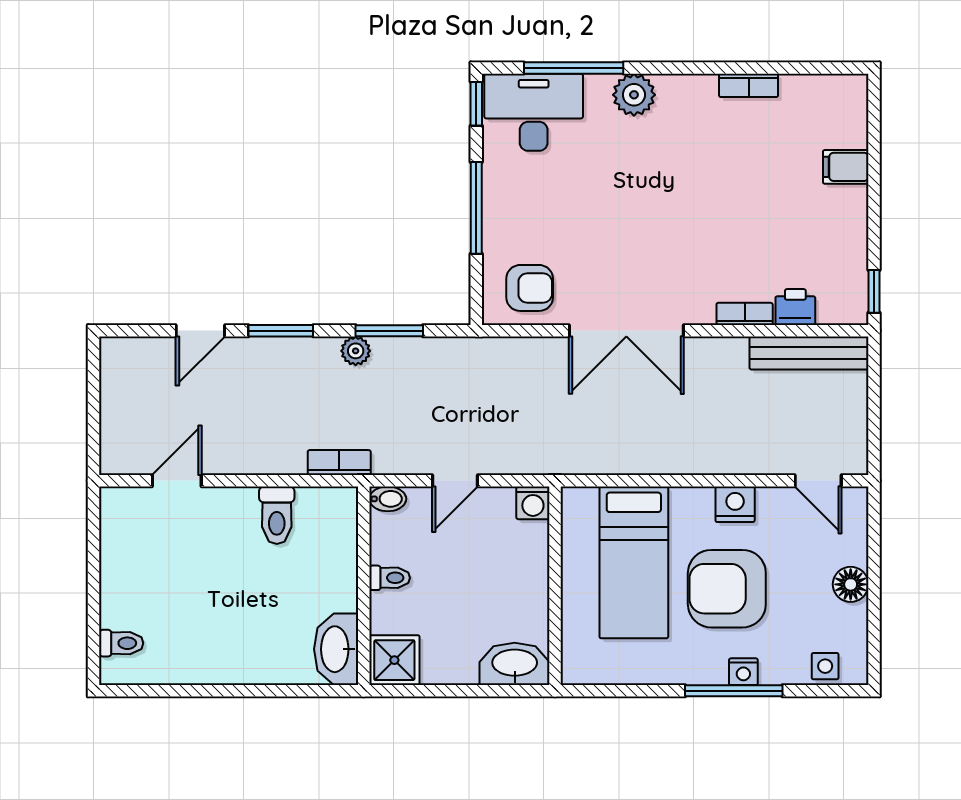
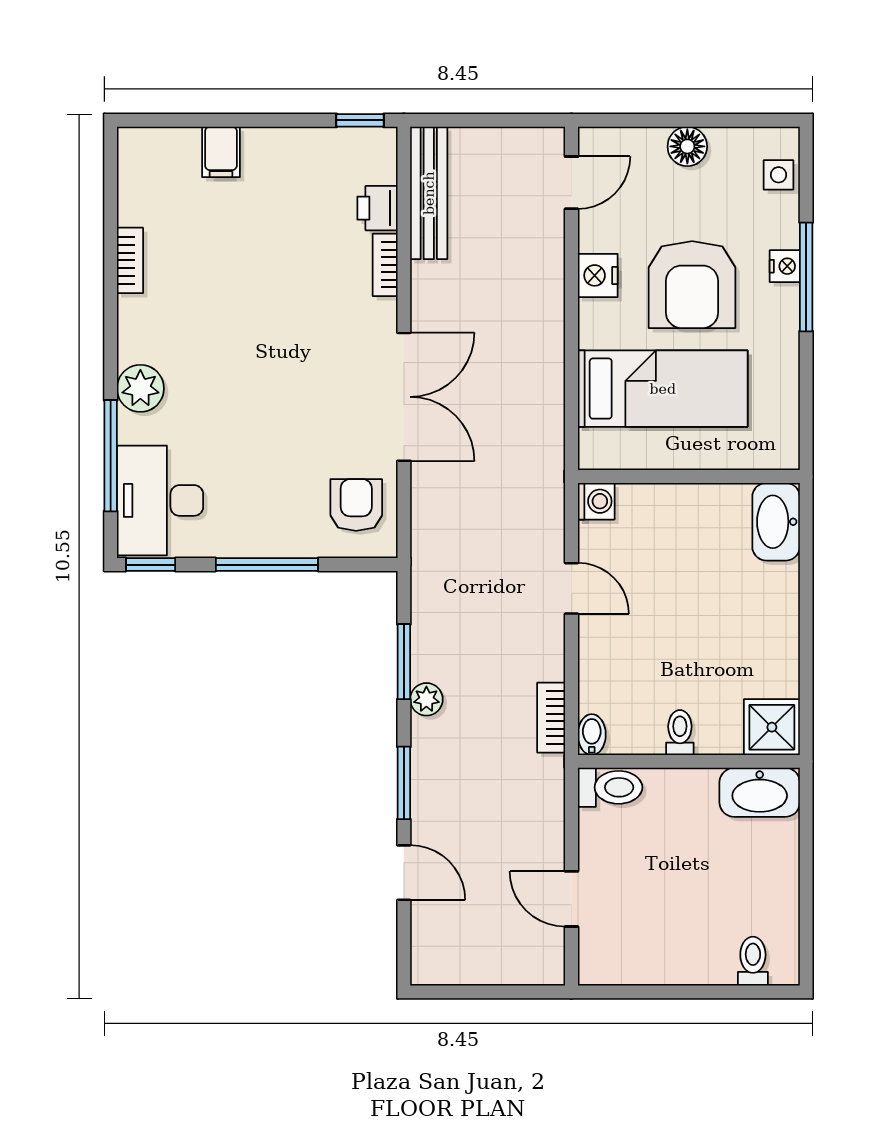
bidet: (388, 499) -> (592, 735), moved
toilet: (390, 578) -> (680, 733), moved
wall: (364, 586) -> (689, 761), moved
washbasin: (336, 649) -> (760, 792), moved
shower: (394, 660) -> (772, 727), moved

